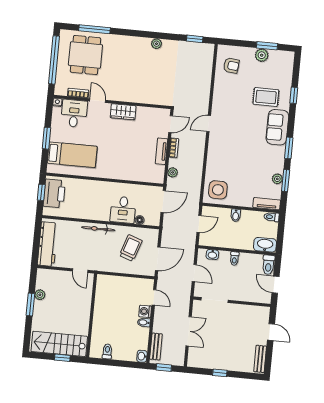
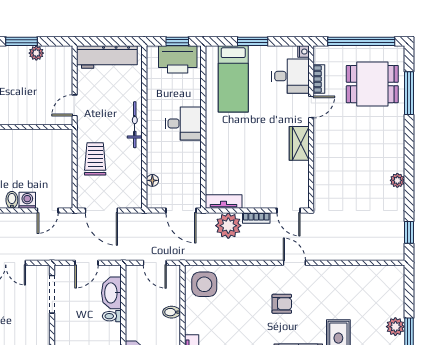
armchair: (231, 66) -> (282, 304), moved, turned -96
tv unit: (162, 151) -> (224, 202), moved
plant: (173, 172) -> (228, 226), width x1.88, depth x1.88
desk: (123, 210) -> (183, 123), moved, turned 180
trolley: (131, 248) -> (95, 159), moved, turned -109
washbasin: (212, 255) -> (111, 293), width x1.91, depth x1.45

